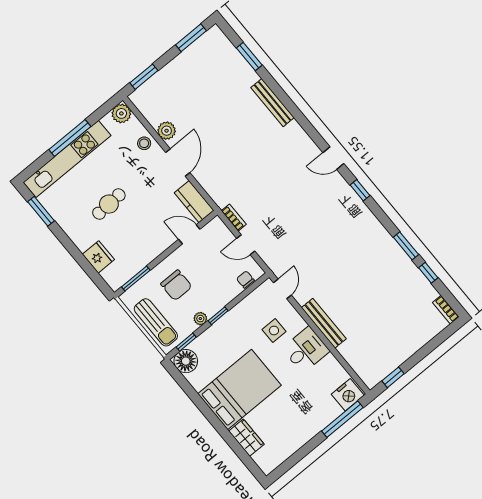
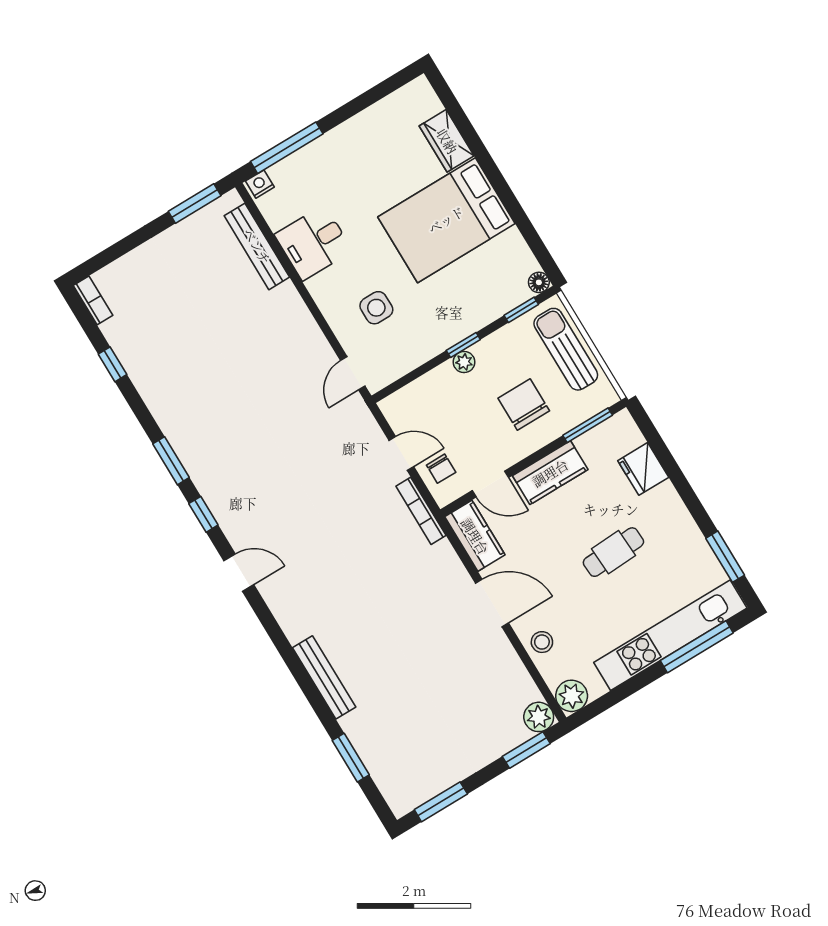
plant: (167, 131) -> (539, 717), moved
window: (70, 138) -> (697, 647), moved
door: (178, 162) -> (492, 603), swing flipped
bookcase: (234, 218) -> (421, 511), width x1.56
kitchen counter: (154, 246) -> (550, 473), added
window: (406, 246) -> (171, 461), moved
chair: (245, 280) -> (441, 469), moved
plant: (200, 319) -> (464, 362), moved
bench: (324, 323) -> (257, 246), moved
desk: (306, 350) -> (314, 243), moved
floor lamp: (186, 361) -> (539, 282), width x0.53, depth x0.53
window: (393, 377) -> (195, 203), width x1.50
nightstand: (348, 395) -> (260, 184), width x0.53, depth x0.56

